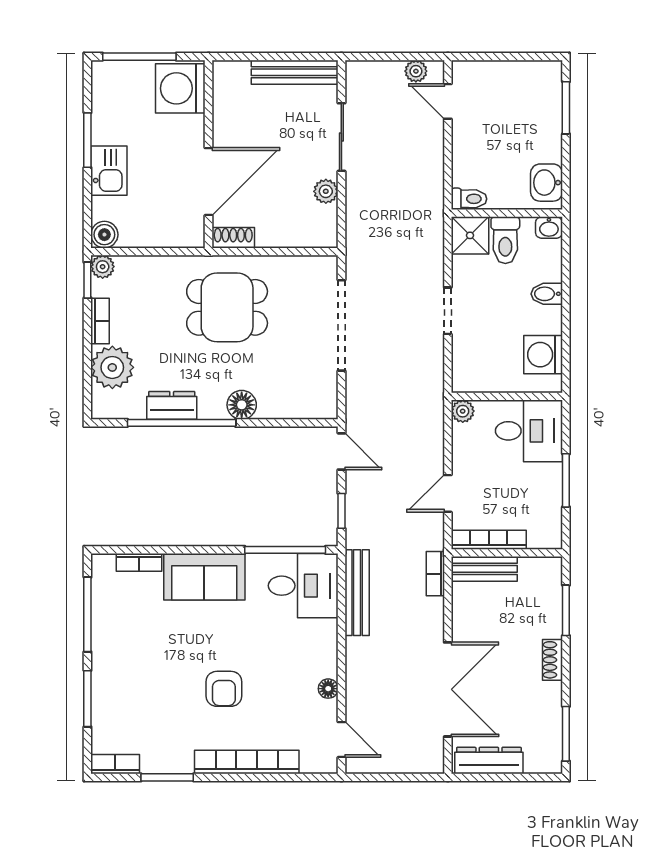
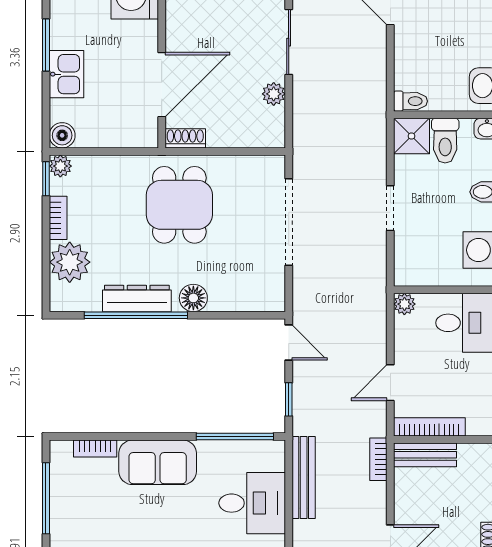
dining table: (227, 307) -> (179, 205), turned 90
dresser: (172, 405) -> (137, 298), width x1.44
desk: (303, 586) -> (252, 503), moved

